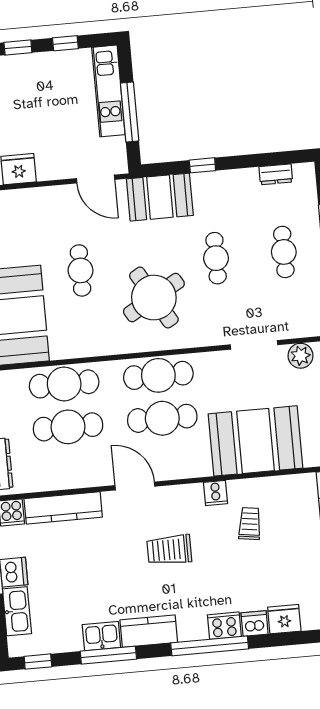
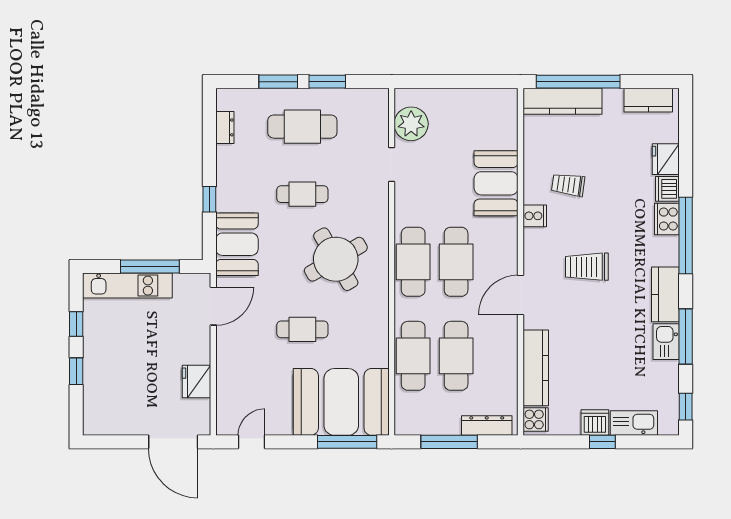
cafe table: (284, 252) -> (302, 127), width x1.37, depth x1.35
doorway: (254, 345) -> (392, 164), width x0.73
plant: (301, 356) -> (411, 124), width x1.36, depth x1.36
booth: (255, 441) -> (496, 183), width x0.73, depth x0.70
trolley: (169, 550) -> (587, 267), turned 90

